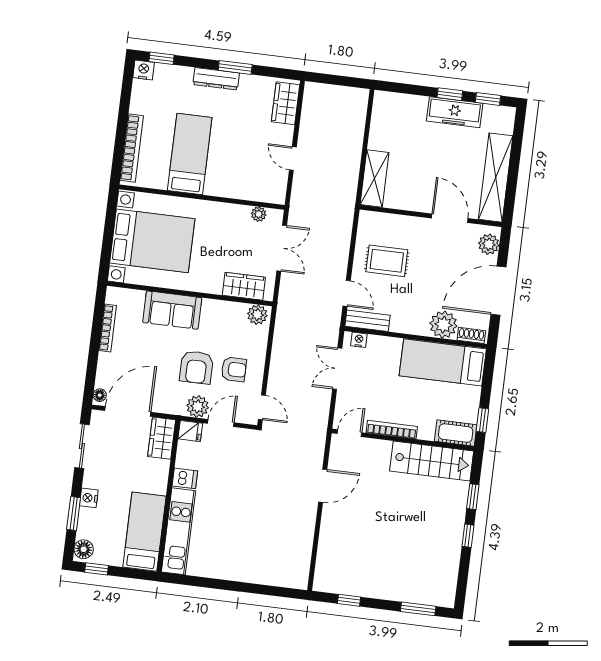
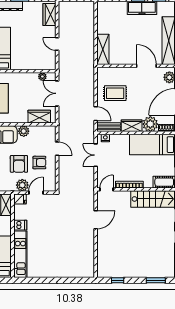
double door: (282, 248) -> (57, 93), swing flipped
plant: (257, 315) -> (24, 131), moved
wardrobe: (409, 323) -> (132, 126), added
door: (262, 407) -> (57, 149), moved

